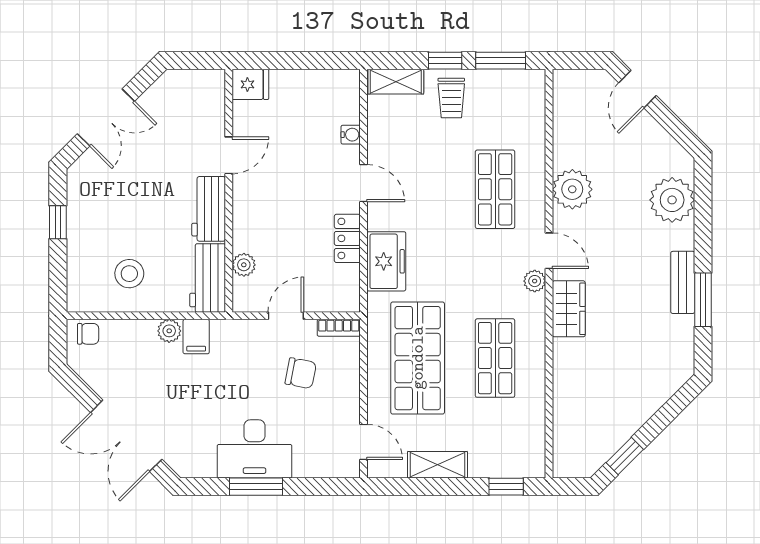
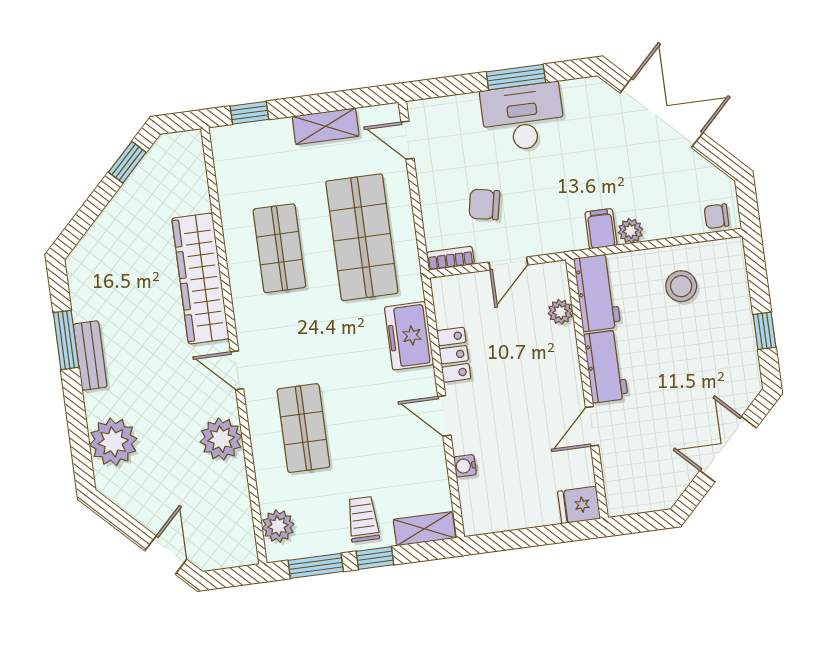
plant: (535, 281) -> (278, 526), moved, width x1.38, depth x1.38
wardrobe: (569, 309) -> (200, 279), width x2.10, depth x1.17

